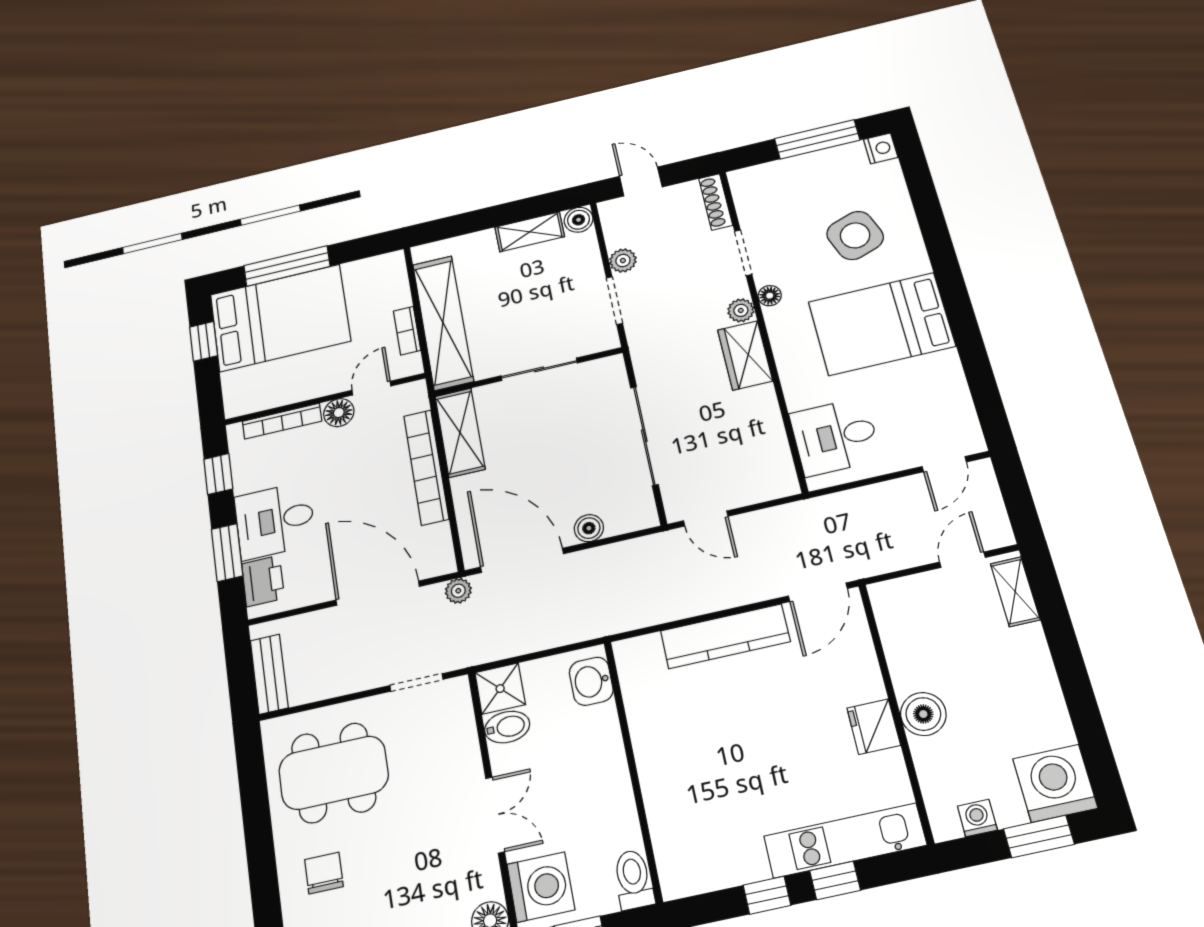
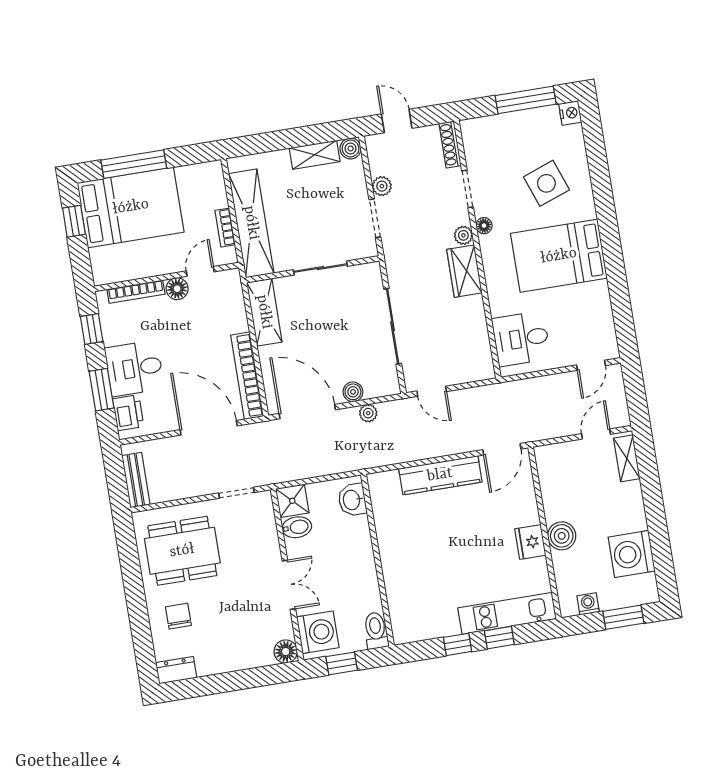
bookcase: (426, 467) -> (247, 376), moved
plant: (458, 591) -> (368, 413), moved
washing machine: (1055, 783) -> (632, 554), moved, turned -90

